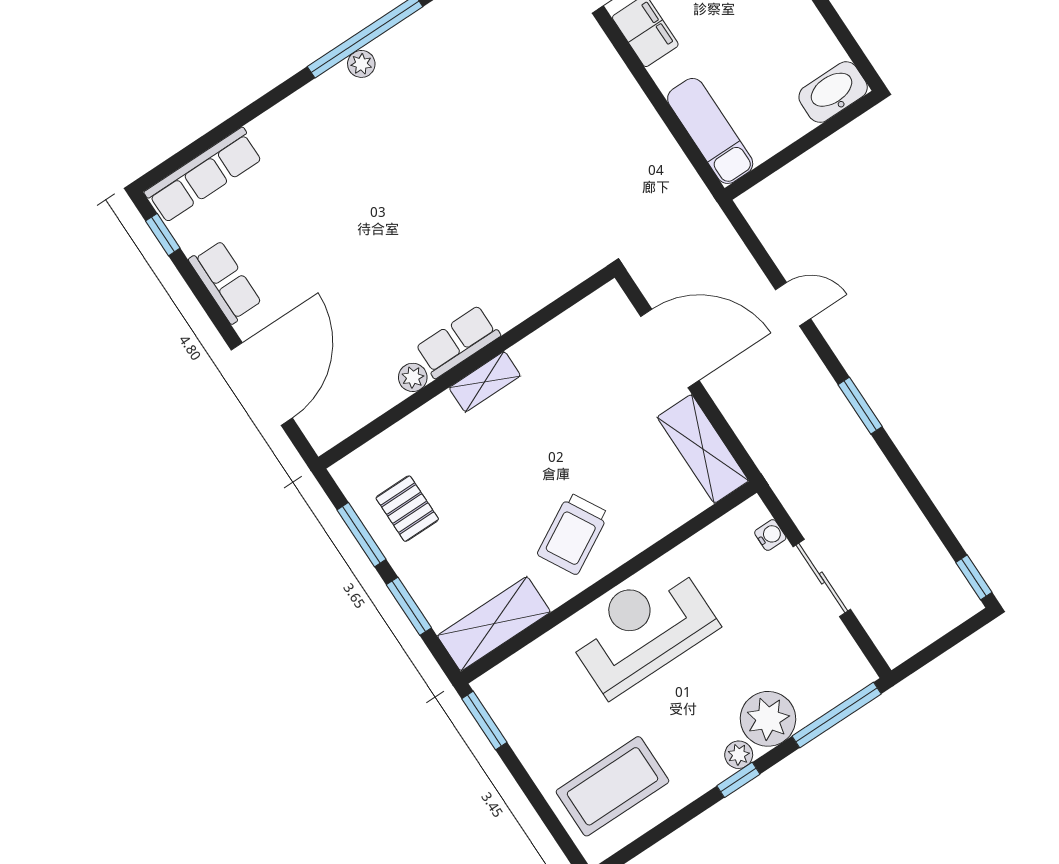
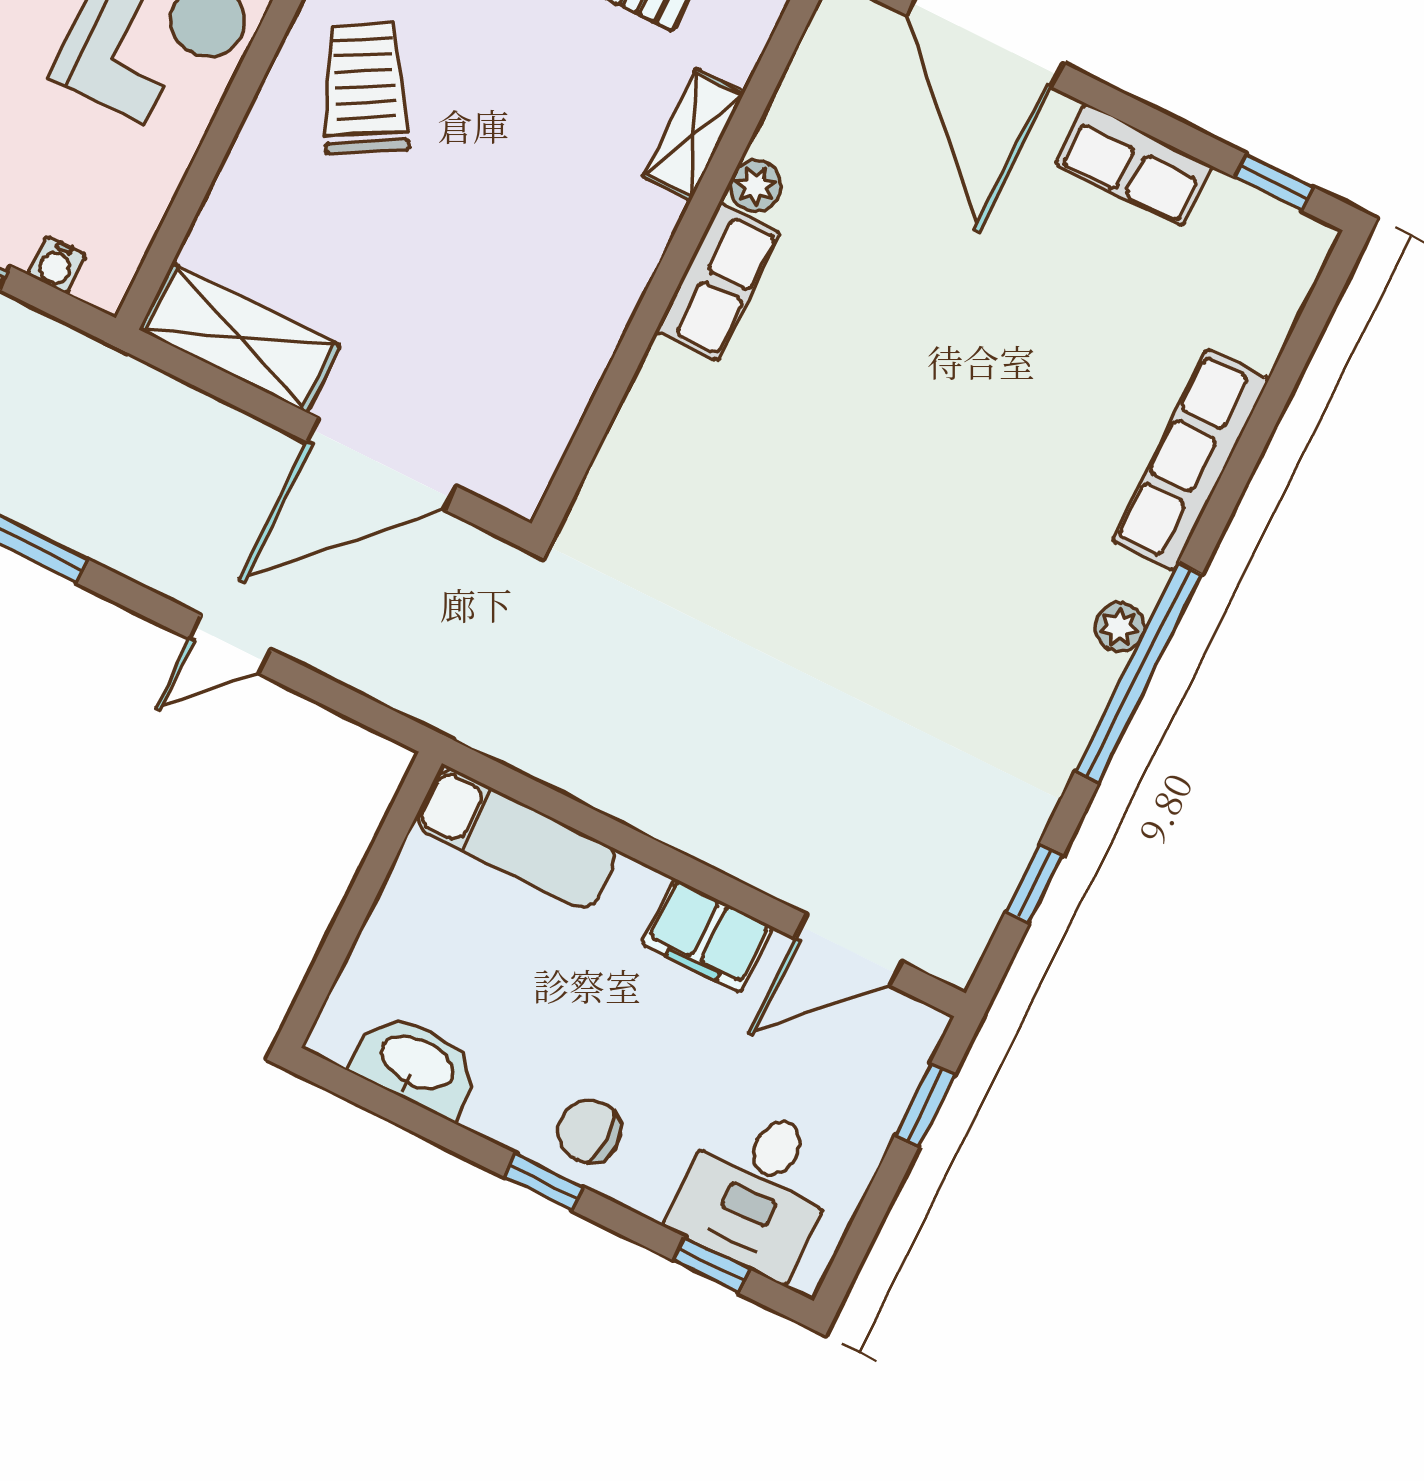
washbasin: (833, 92) -> (416, 1064), moved, turned -90
row of seats: (204, 175) -> (1191, 460), moved
shelving: (485, 382) -> (694, 134), moved

